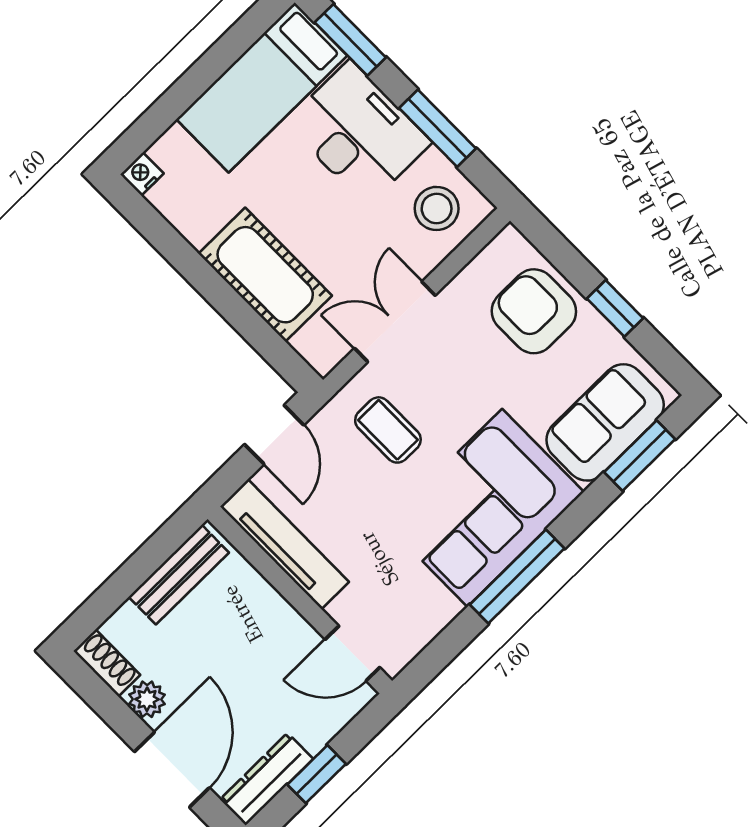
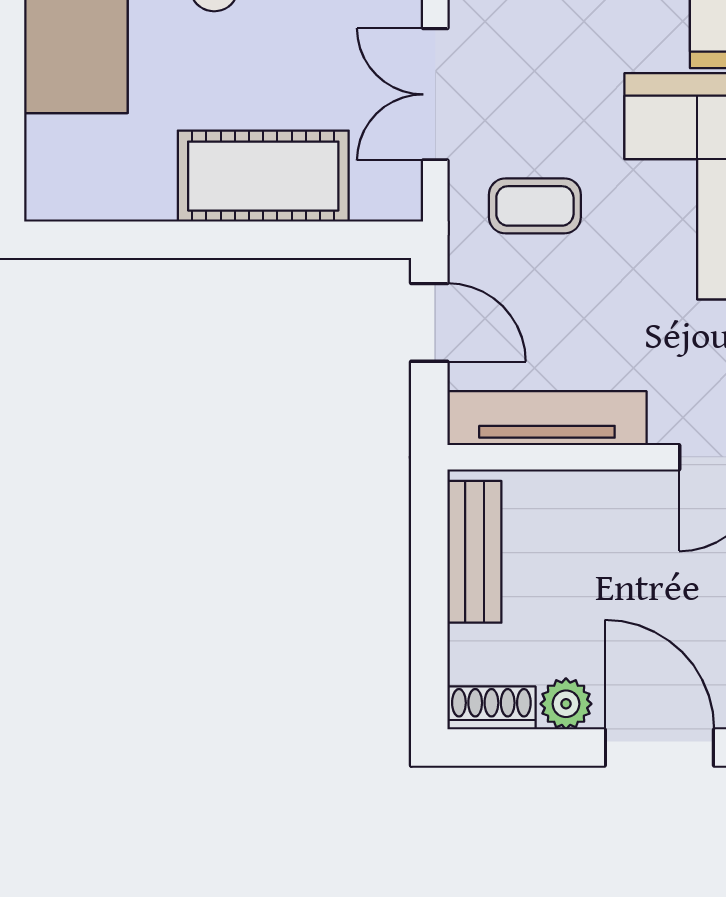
nightstand: (142, 174) -> (45, 200), removed

